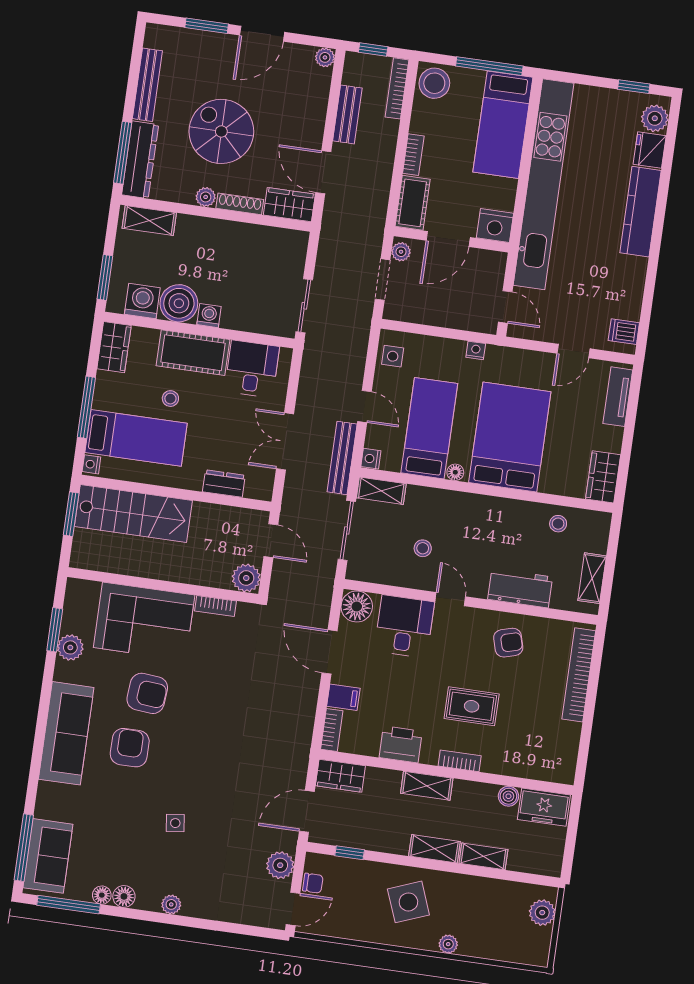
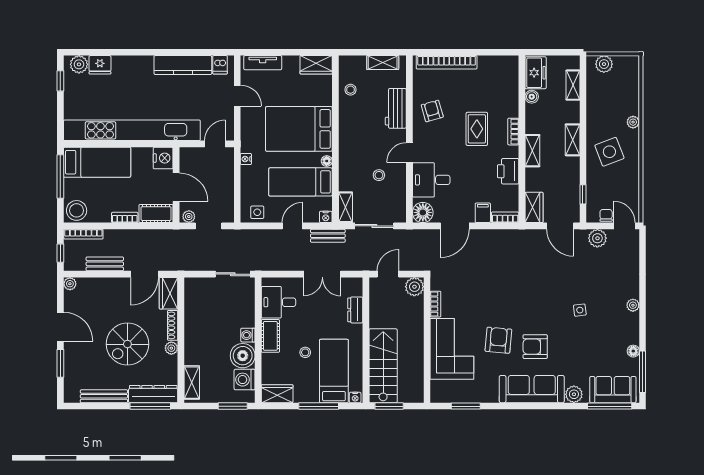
kitchen counter: (640, 212) -> (183, 65), moved
cot: (193, 353) -> (270, 336), width x0.73, depth x0.75
bench: (342, 458) -> (328, 236), width x0.73
plant: (70, 647) -> (574, 394), moved
shelving: (483, 856) -> (573, 85), moved
floor lamp: (124, 896) -> (632, 337), removed

